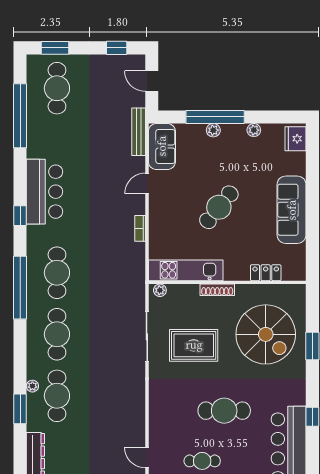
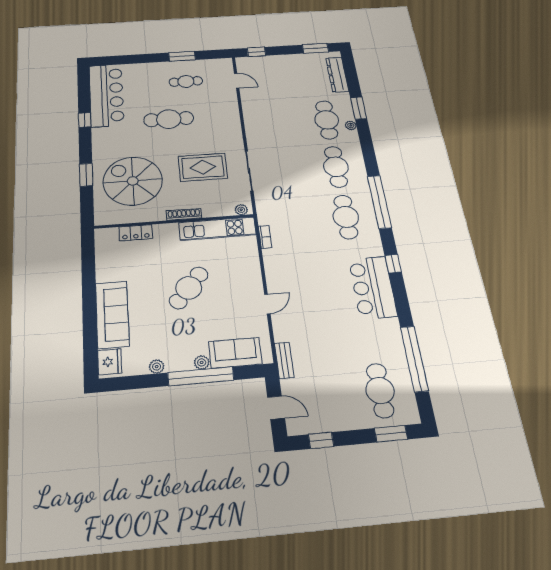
bench: (139, 132) -> (284, 360), width x0.73
sofa: (162, 146) -> (235, 353), moved, turned 90
sofa: (292, 210) -> (112, 314), moved
bookcase: (140, 228) -> (265, 237), moved

